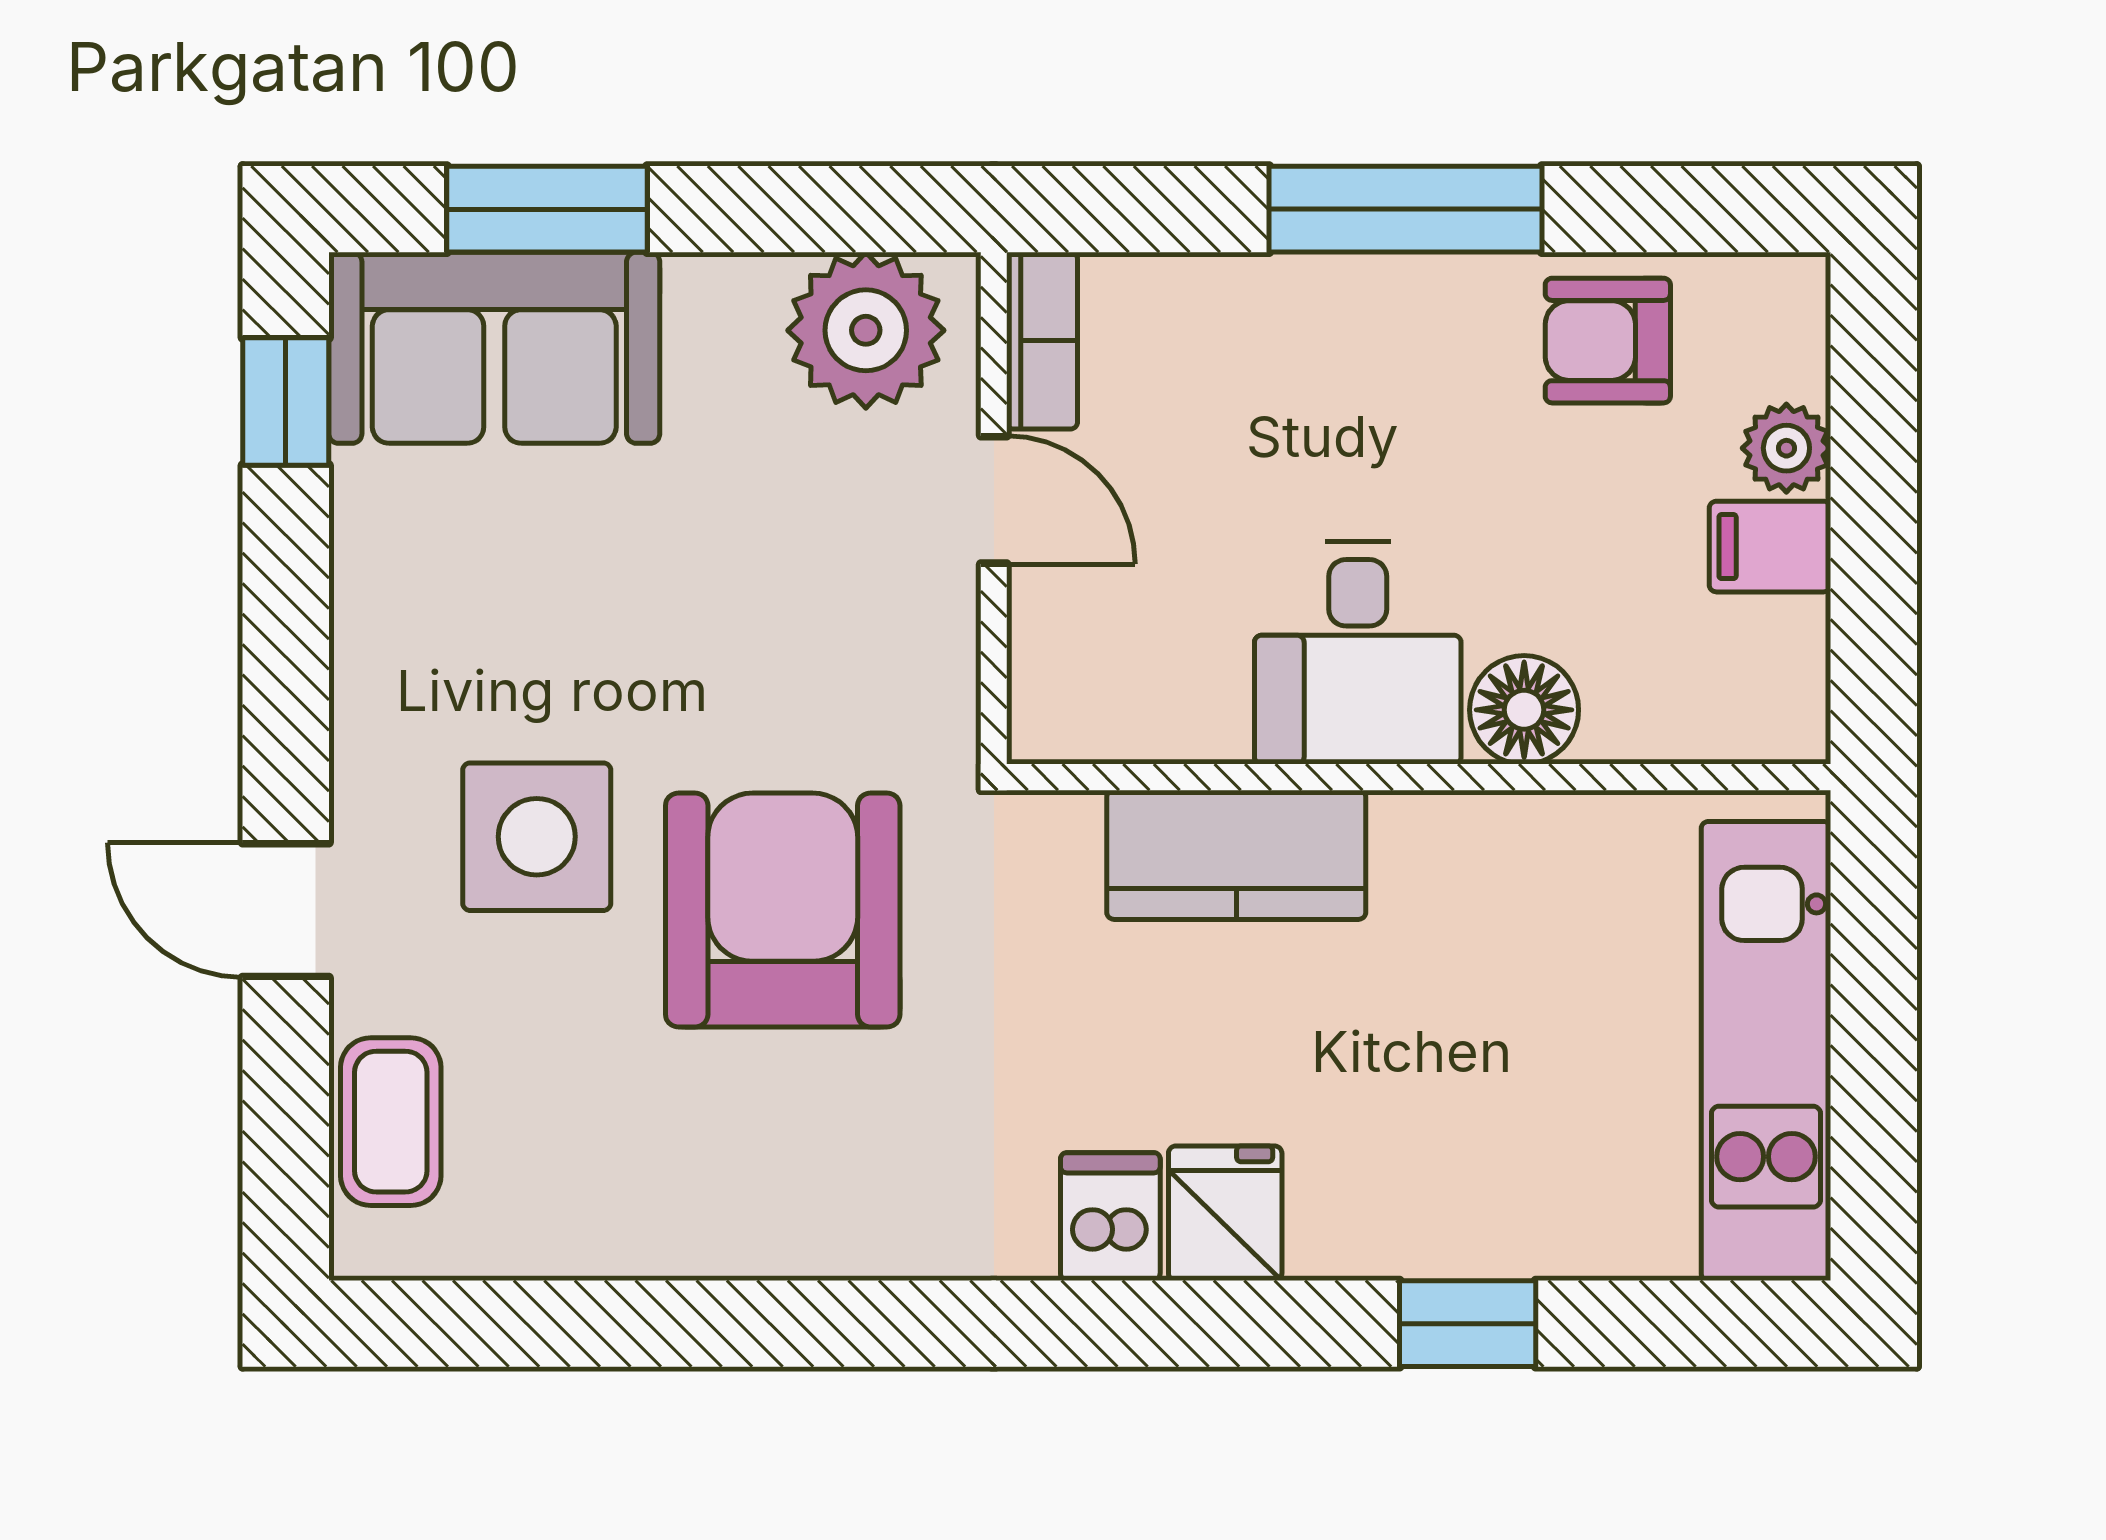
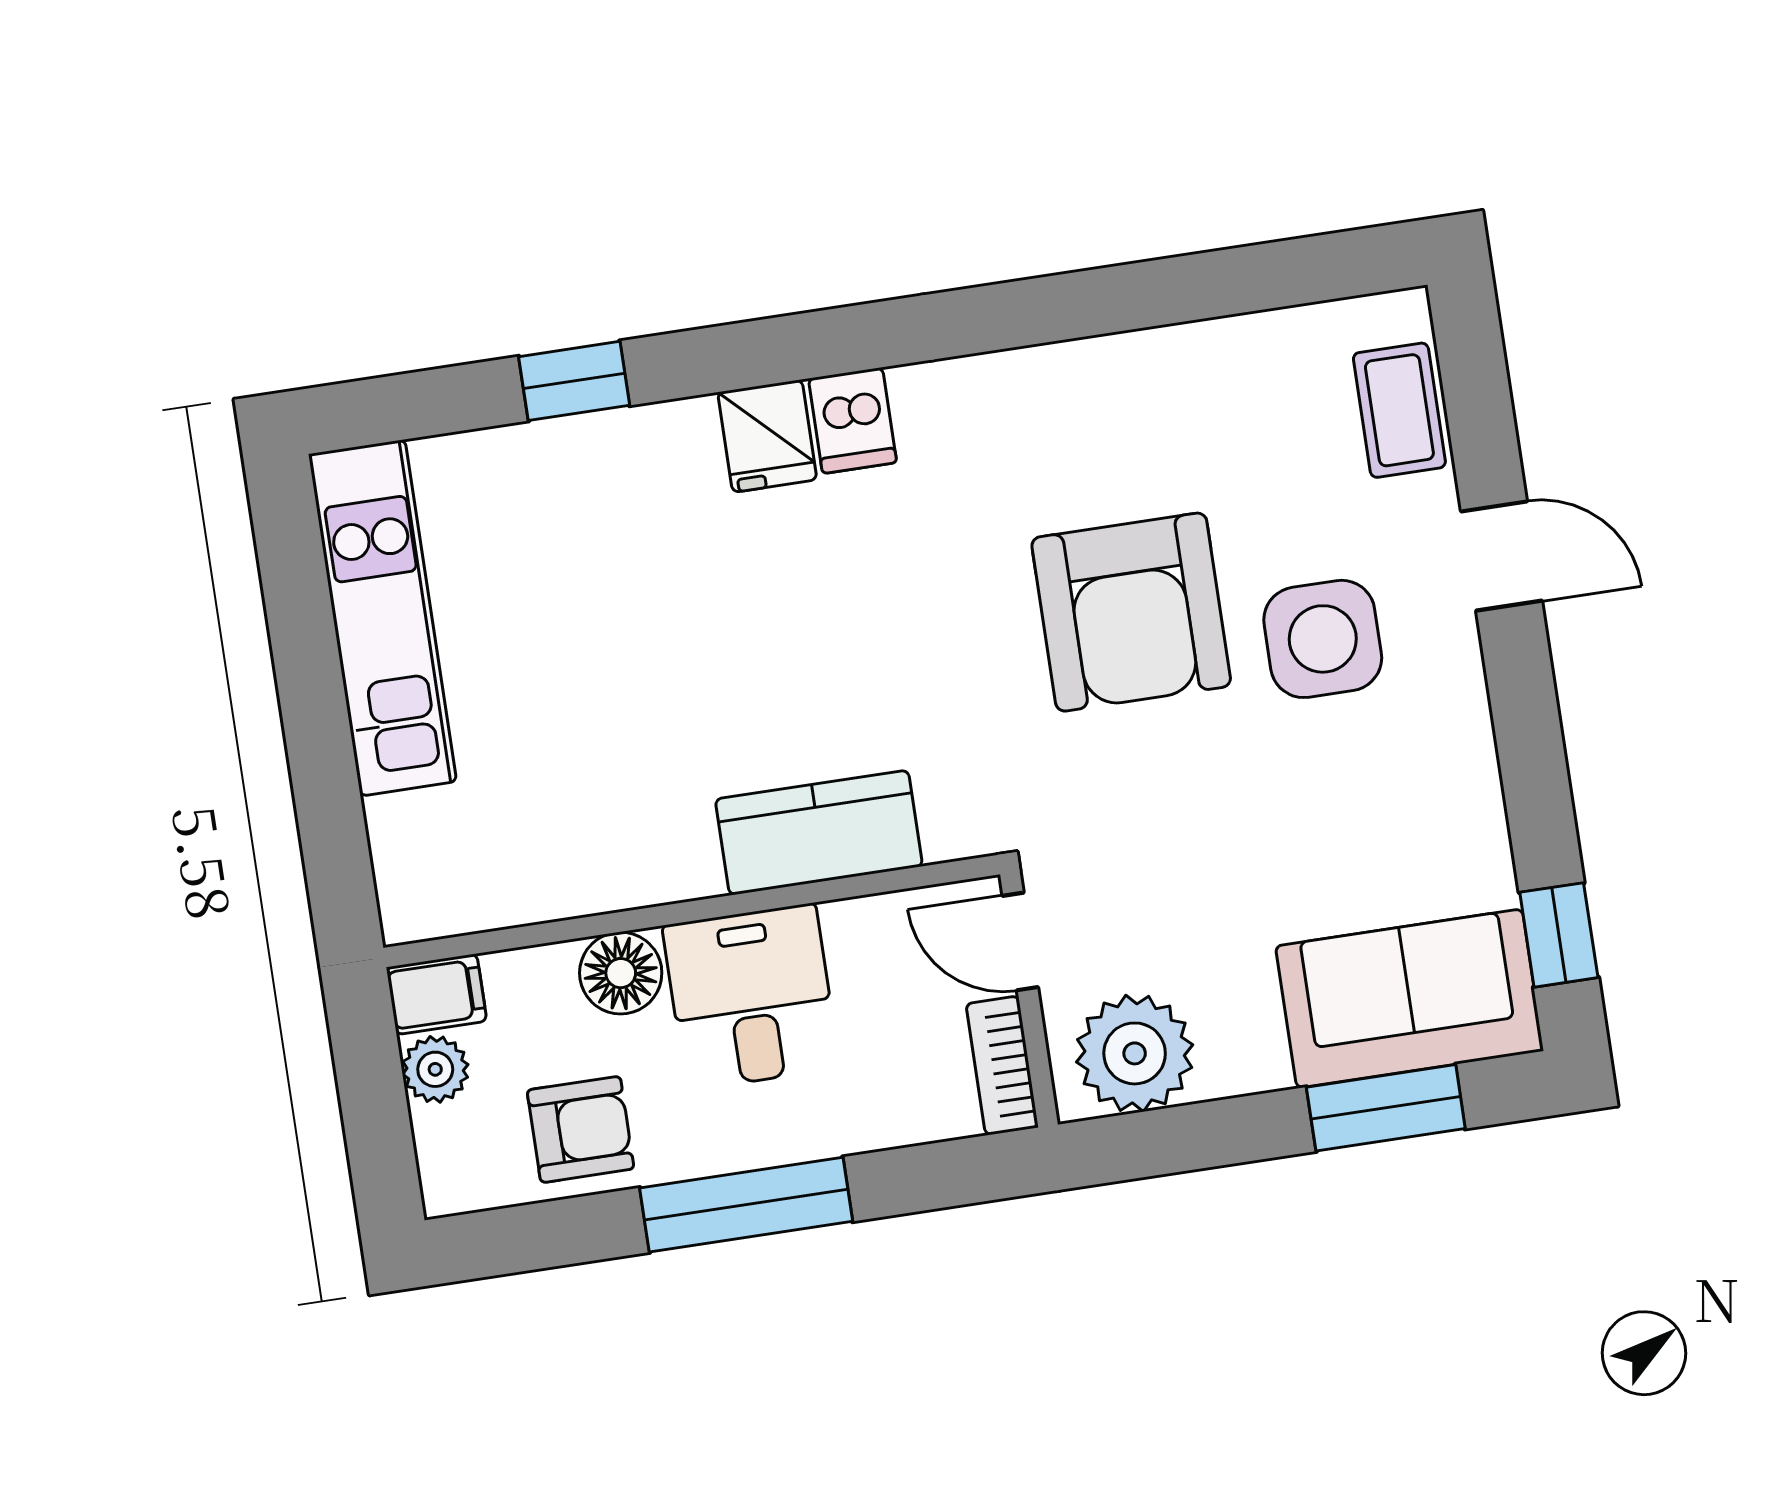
desk: (1358, 653) -> (751, 997), moved
floor lamp: (1524, 710) -> (621, 973), moved
wall: (1419, 777) -> (692, 911), moved
kitchen counter: (1236, 855) -> (819, 833), moved

